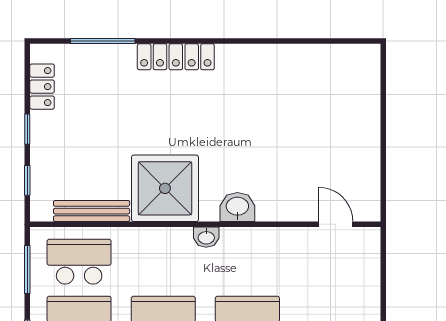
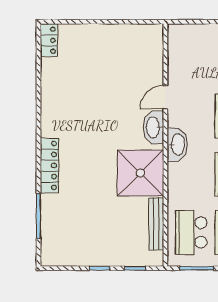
locker: (42, 87) -> (49, 40), moved, turned 90
washbasin: (237, 207) -> (153, 127), width x1.38
door: (336, 224) -> (165, 97), moved
washbasin: (206, 237) -> (177, 144), width x1.91, depth x1.45

